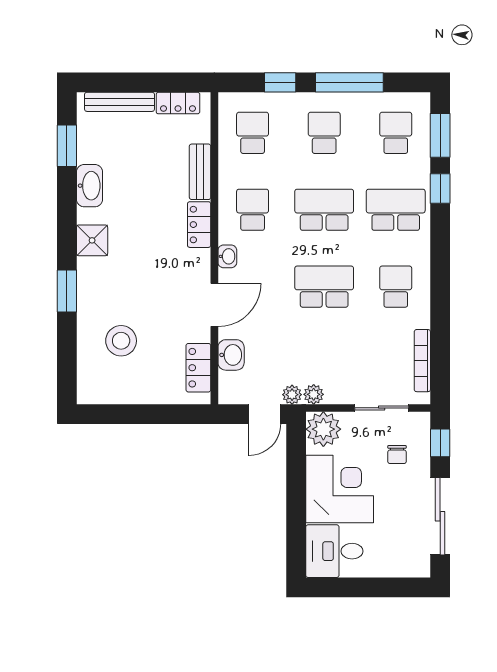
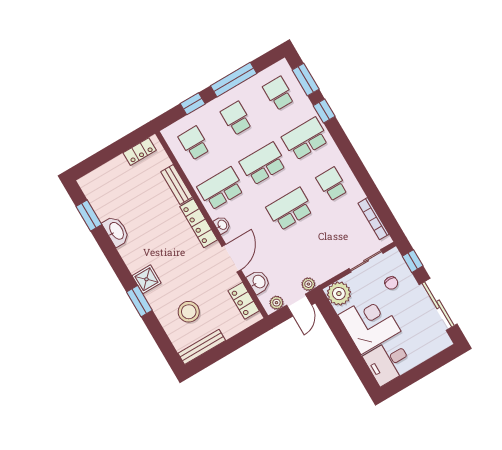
bench: (119, 102) -> (202, 347), moved
school desk: (253, 210) -> (221, 189), width x1.85
locker: (199, 225) -> (199, 223), width x1.53
shower: (92, 240) -> (147, 279), moved
plant: (314, 394) -> (276, 303), moved

